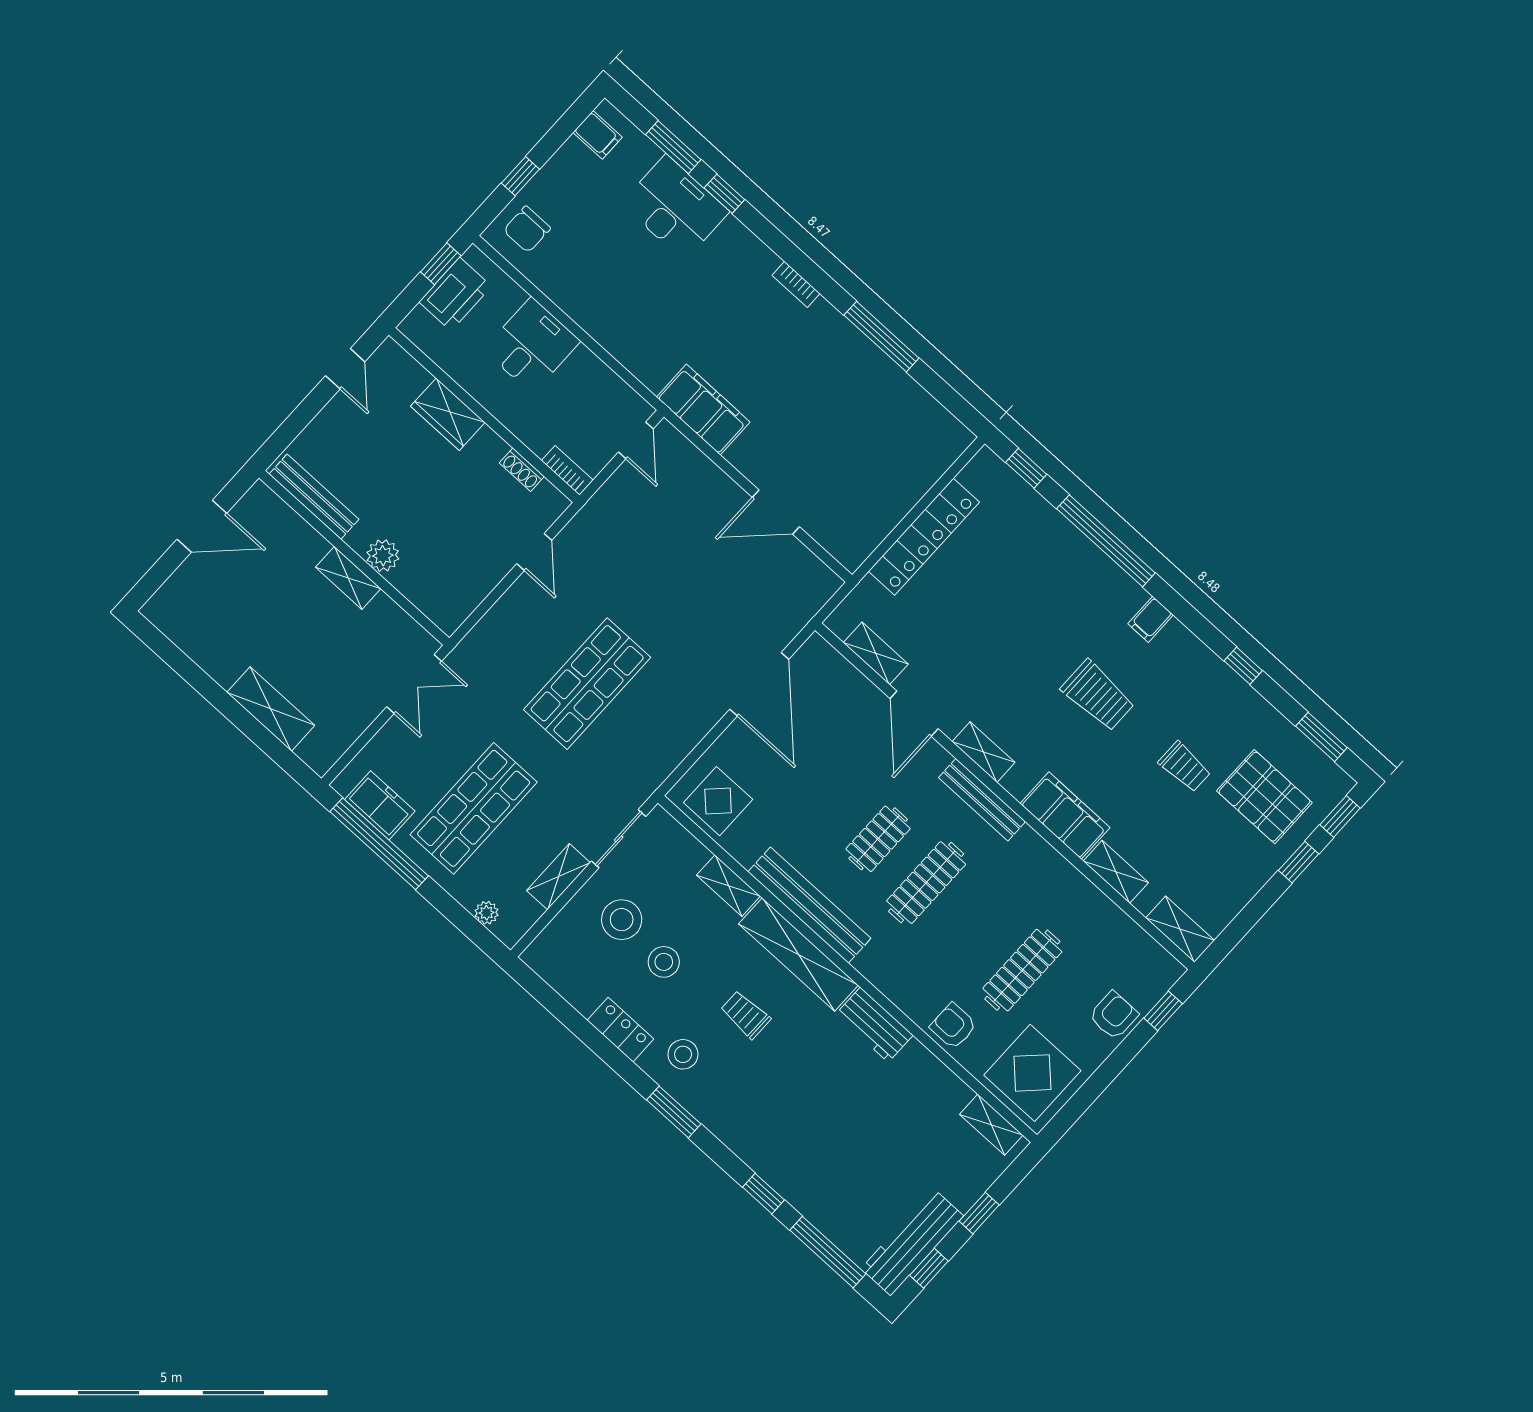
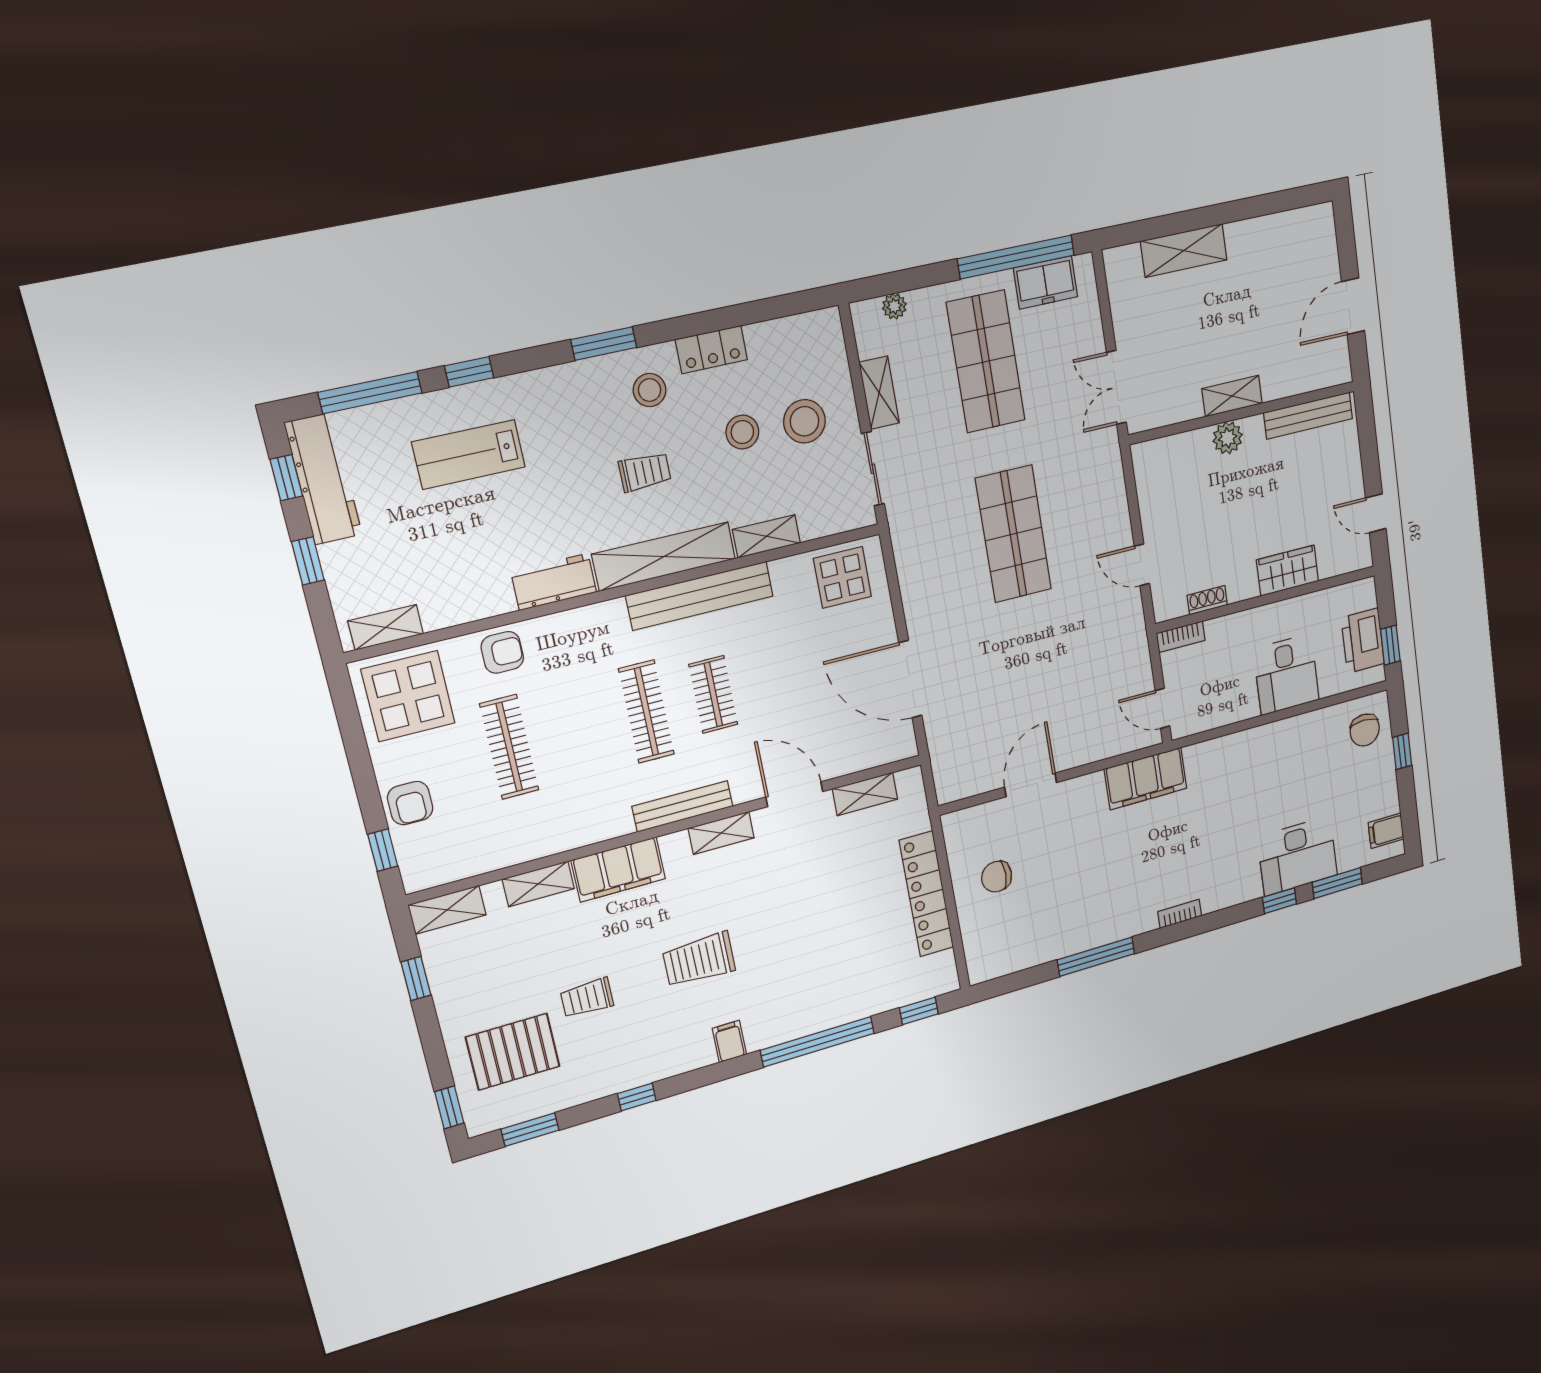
chair: (527, 229) -> (1365, 730), turned 180
chair: (871, 484) -> (997, 877), added
window: (1298, 862) -> (416, 978), moved
lab bench: (823, 1153) -> (469, 454), added

